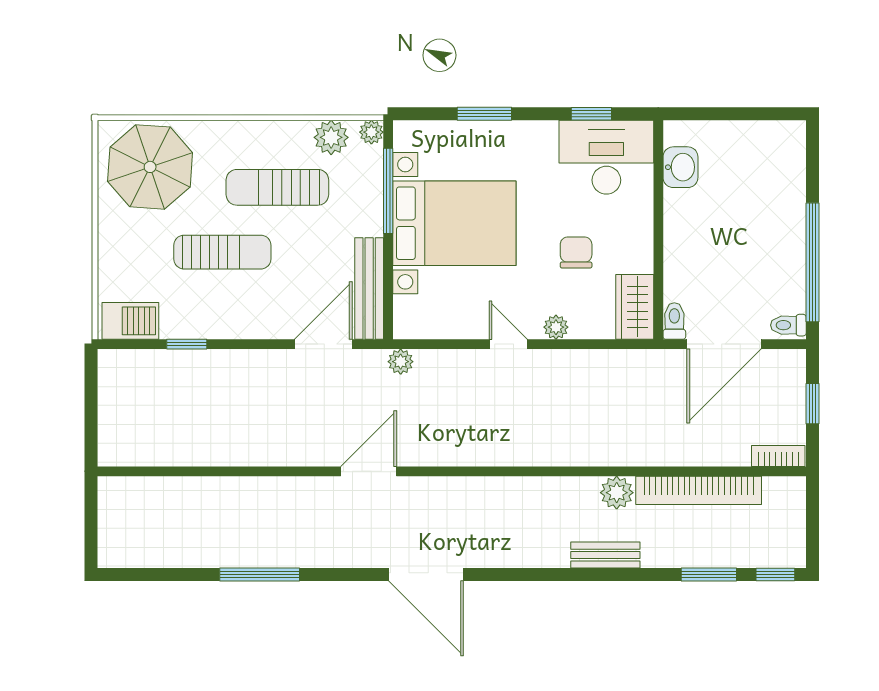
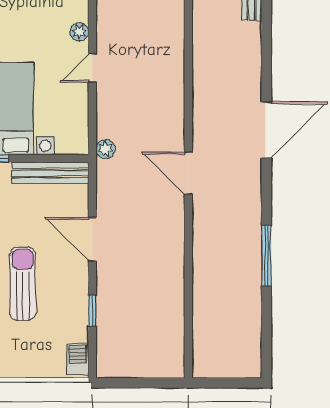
chair: (576, 252) -> (23, 17), removed
barbecue: (130, 321) -> (78, 359), width x0.73, depth x0.79
door: (323, 344) -> (92, 239), moved

